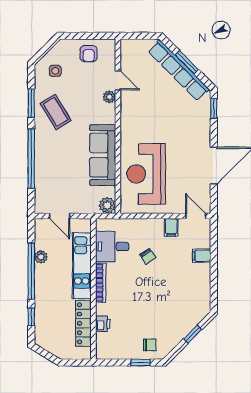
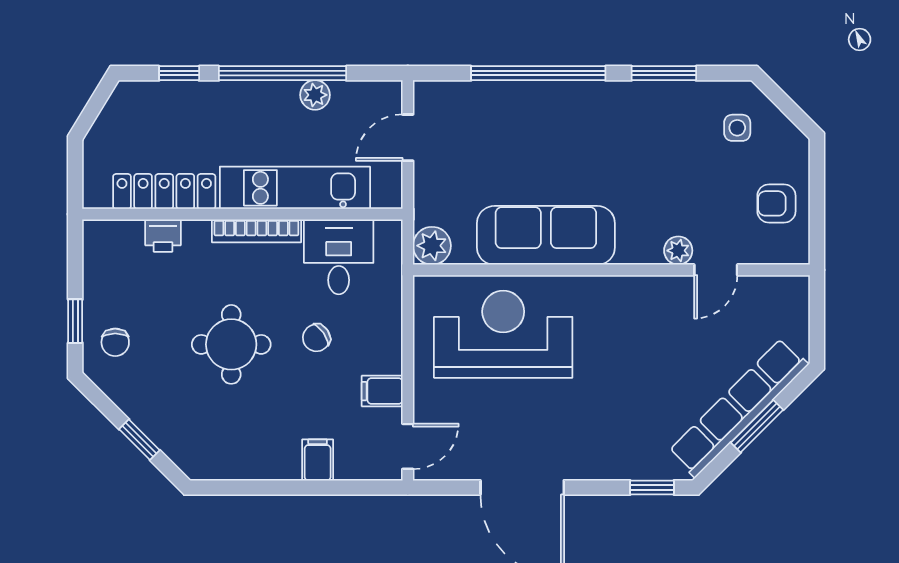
coffee table: (56, 112) -> (644, 129), removed
round table: (151, 294) -> (231, 344), added

